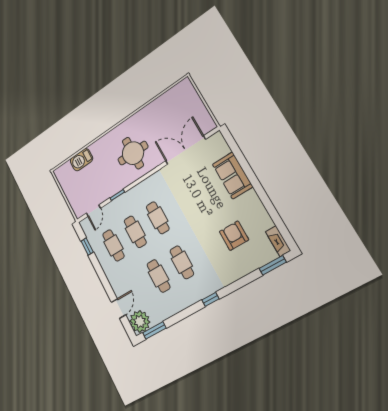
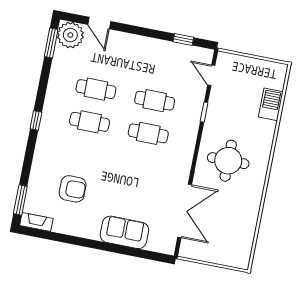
cafe table: (113, 245) -> (161, 68), removed

